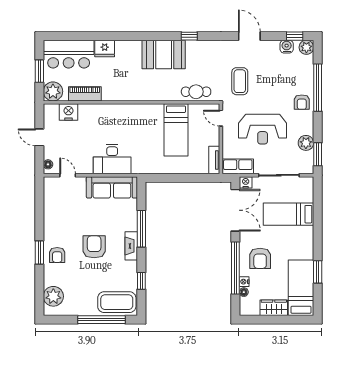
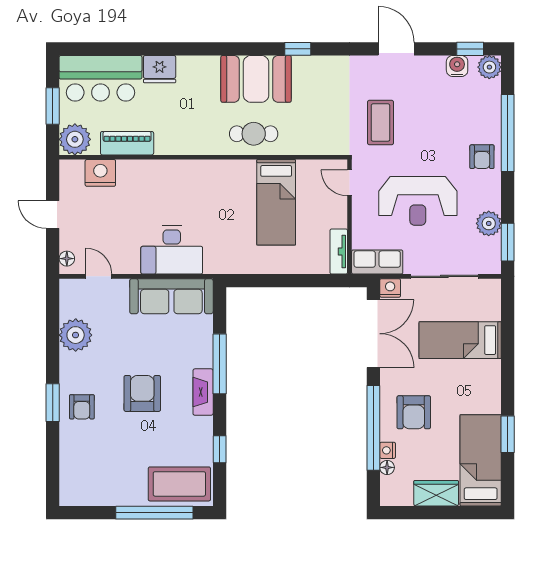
cafe table: (196, 92) -> (254, 134), moved
plant: (53, 296) -> (76, 335), moved

